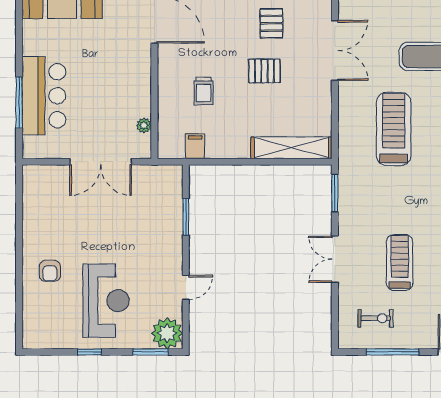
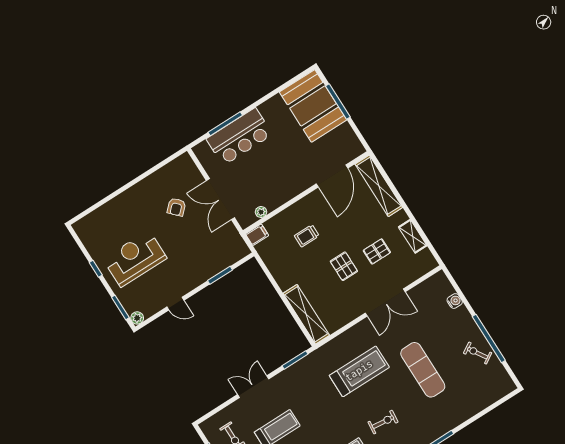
filing cabinet: (195, 146) -> (257, 235), moved
armchair: (50, 271) -> (176, 207), moved, turned -44
reception desk: (106, 301) -> (135, 259), turned 180
plant: (167, 333) -> (137, 318), width x0.53, depth x0.53

